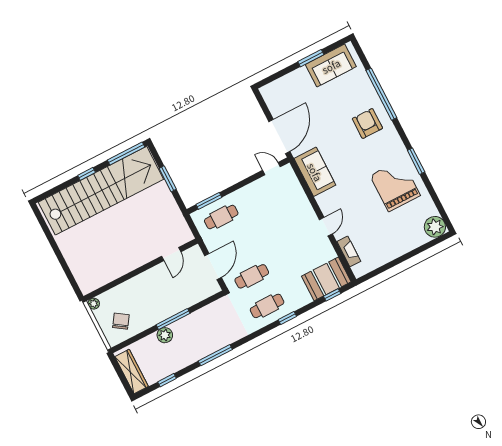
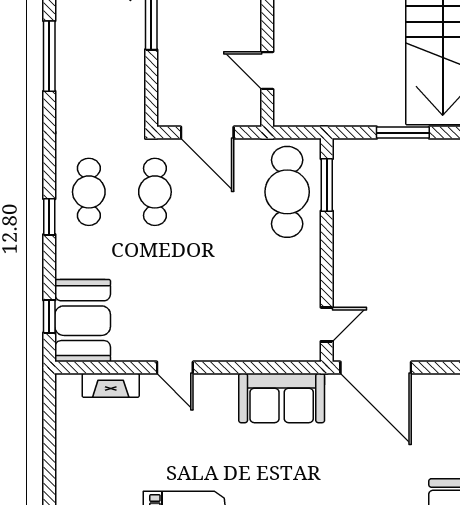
cafe table: (221, 217) -> (287, 192), width x1.37, depth x1.35

